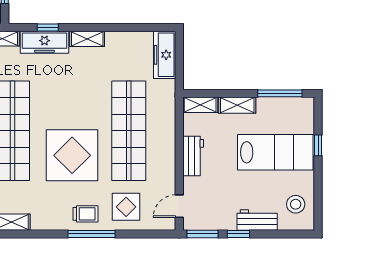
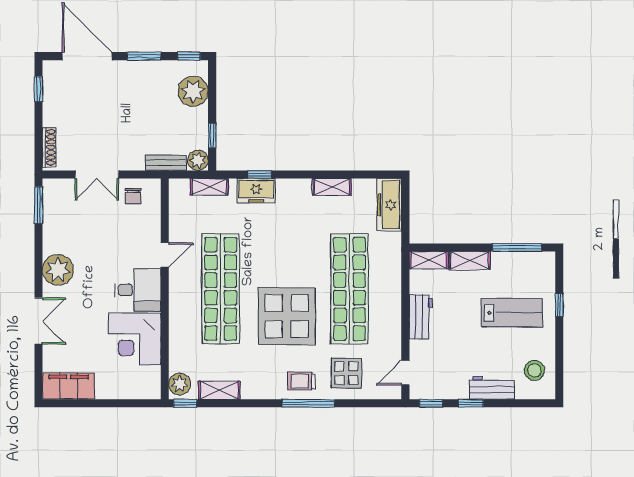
shelving: (87, 39) -> (332, 187), moved
freezer: (44, 42) -> (256, 191), width x0.71
lab bench: (275, 152) -> (512, 313), width x0.73, depth x0.72
trolley: (85, 214) -> (302, 381), turned 180
window: (203, 234) -> (431, 403), width x0.67

